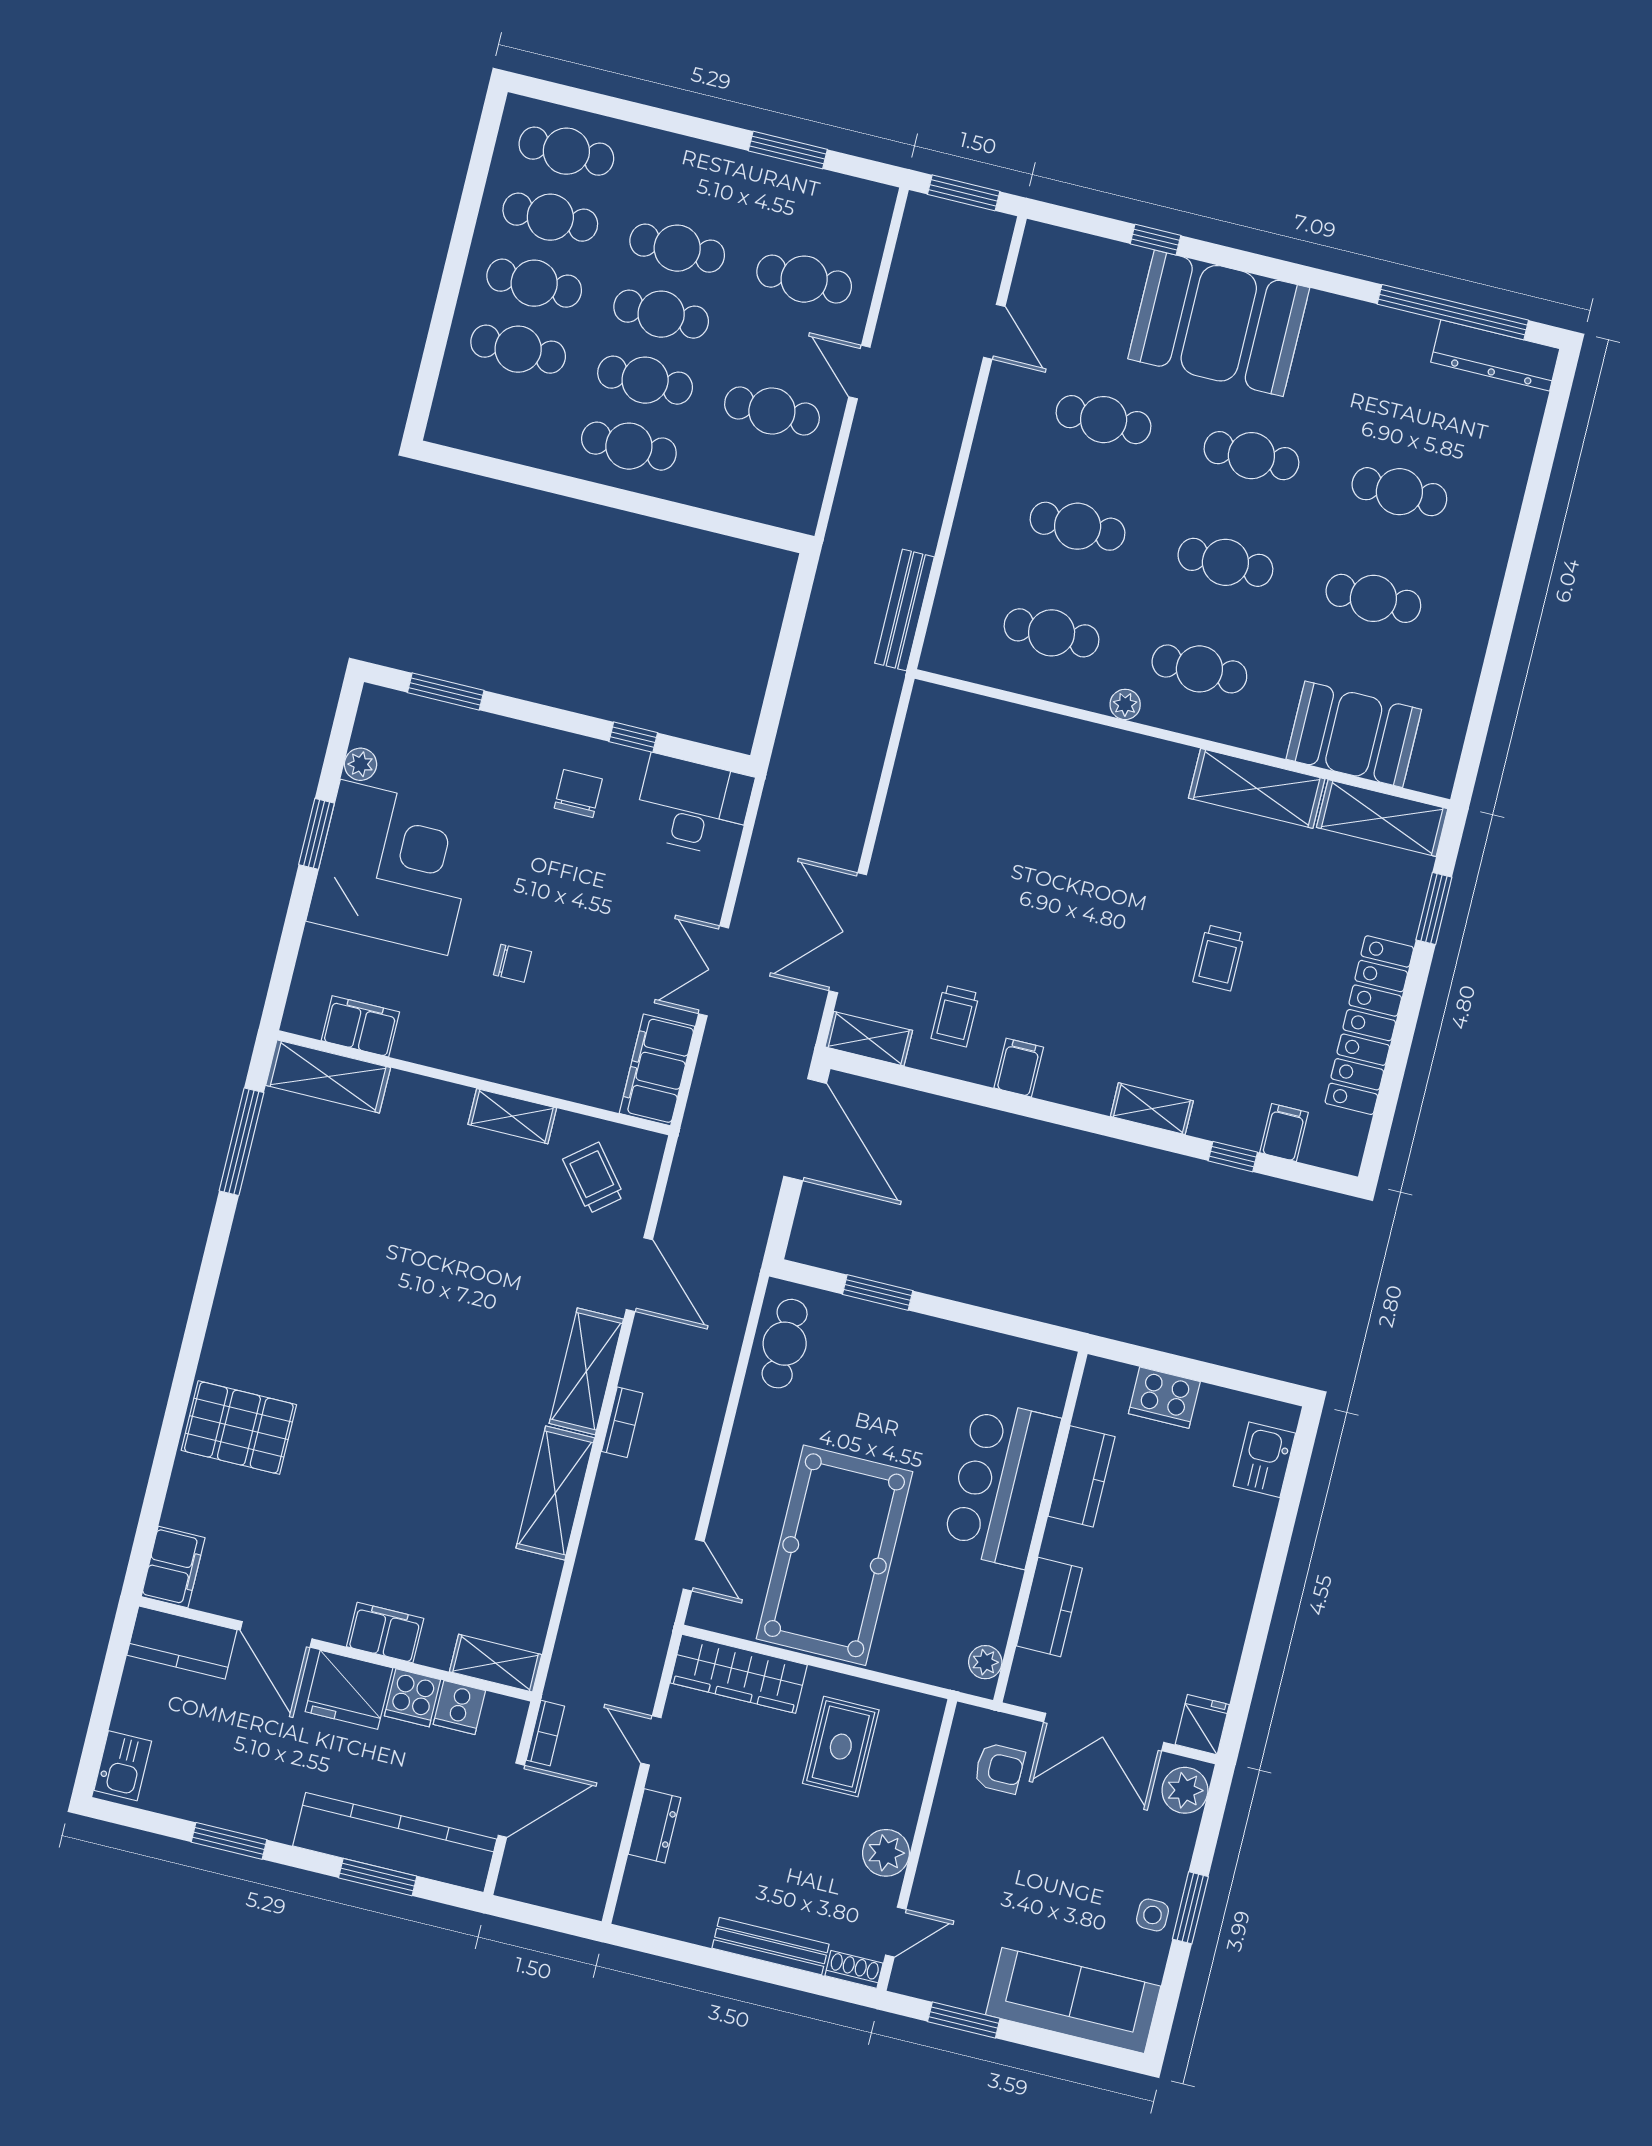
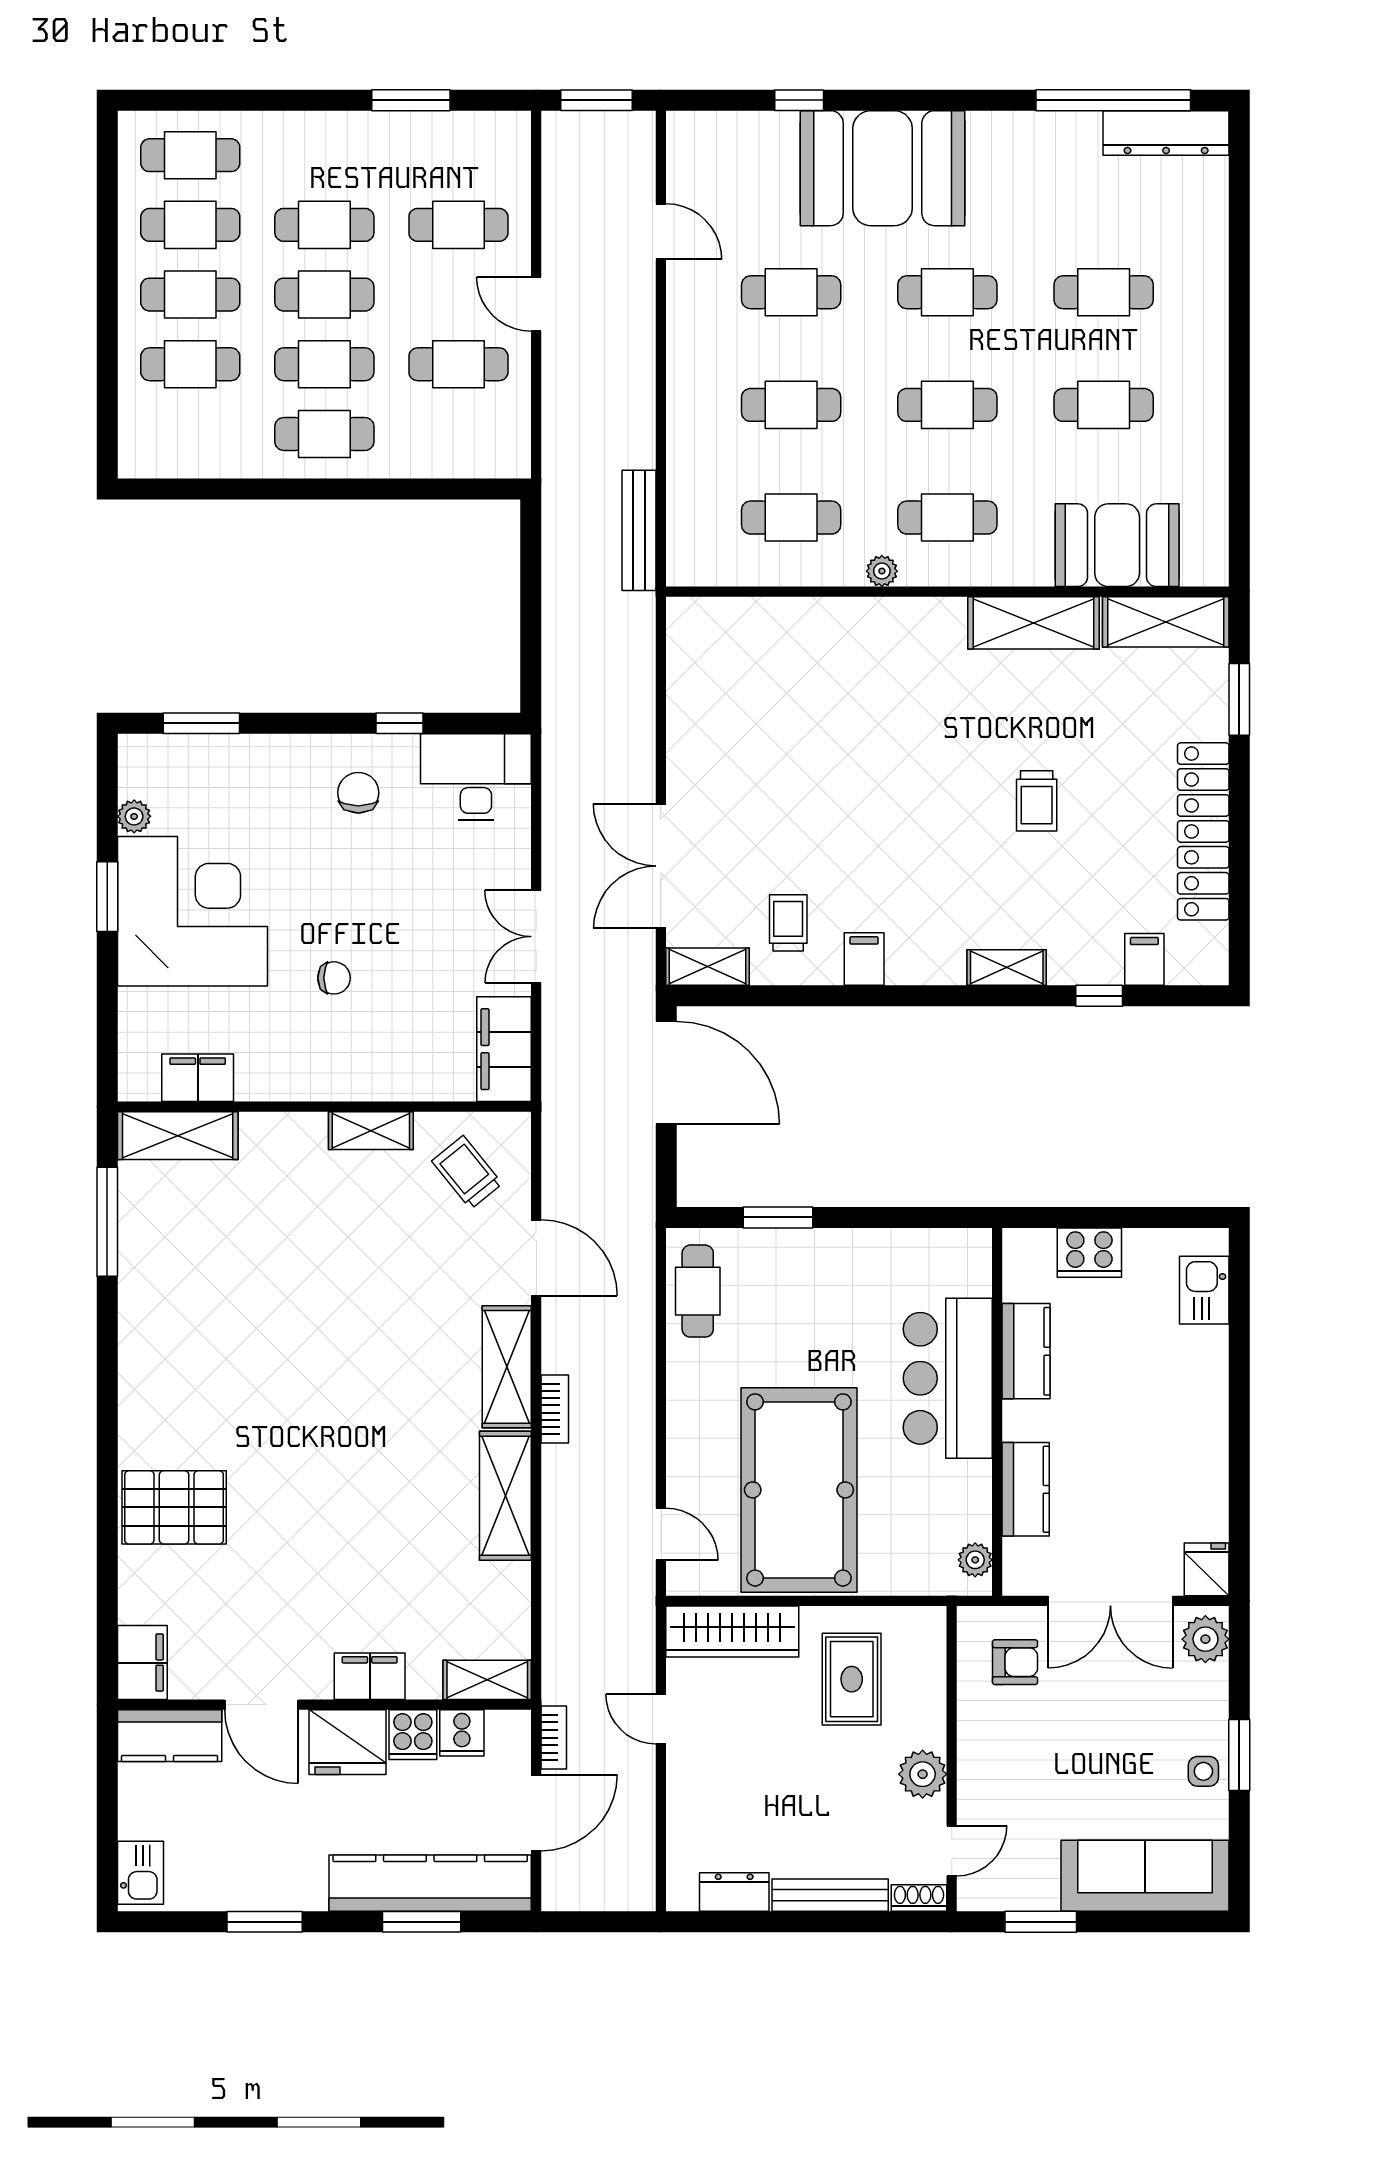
trolley: (955, 1016) -> (788, 923), turned 180
dresser: (655, 1826) -> (734, 1892), moved, turned -90

